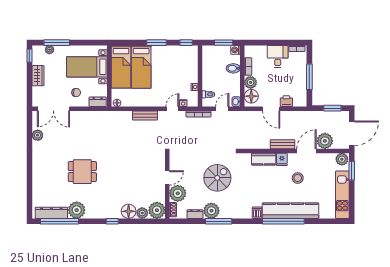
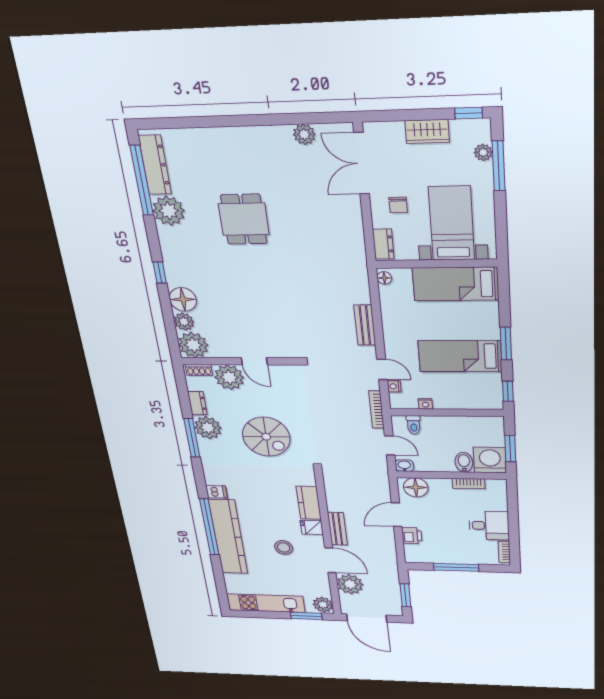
washing machine: (236, 50) -> (490, 460), width x1.89, depth x1.89
bed: (141, 67) -> (460, 356), moved
plant: (251, 82) -> (440, 487), removed

